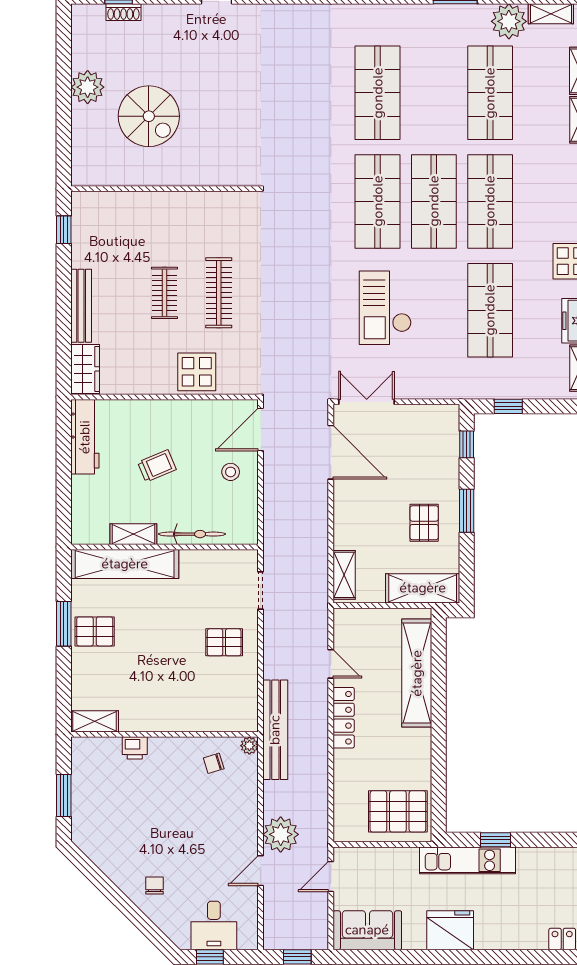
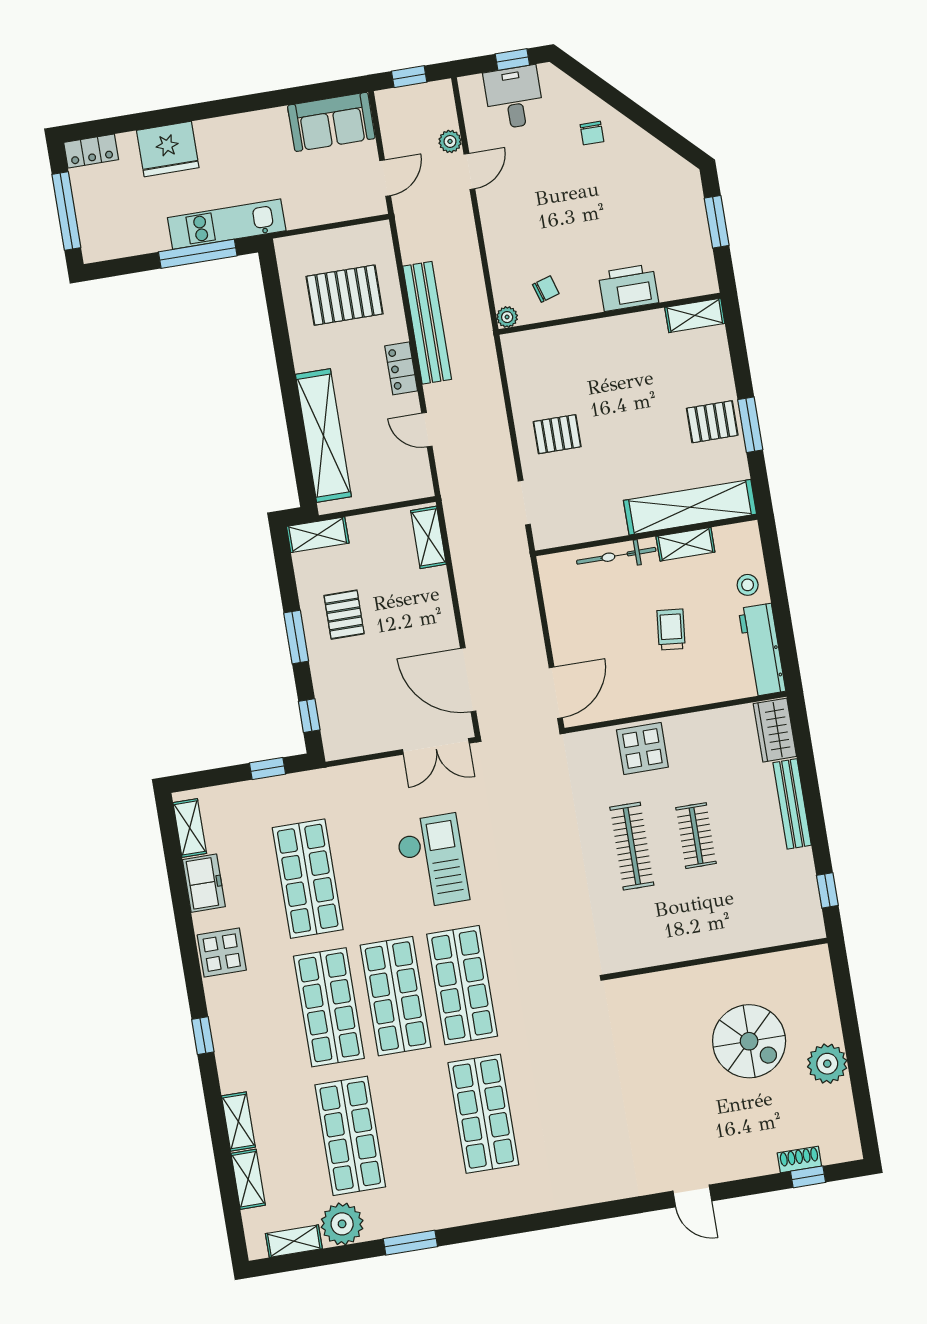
spiral stairs: (149, 116) -> (749, 1041), turned 180
trolley: (157, 466) -> (671, 630), turned 119
stool: (231, 472) -> (748, 585), moved
shelving: (423, 588) -> (318, 535), width x0.67, depth x0.75
locker: (344, 718) -> (401, 368), width x0.66
bench: (275, 730) -> (427, 323), moved
printer: (135, 748) -> (628, 288), width x1.87, depth x1.48
pallet: (398, 811) -> (345, 295), moved
plant: (281, 834) -> (450, 141), moved, width x0.53, depth x0.53
window: (495, 840) -> (198, 254), width x2.17
fridge: (450, 930) -> (168, 149), moved

